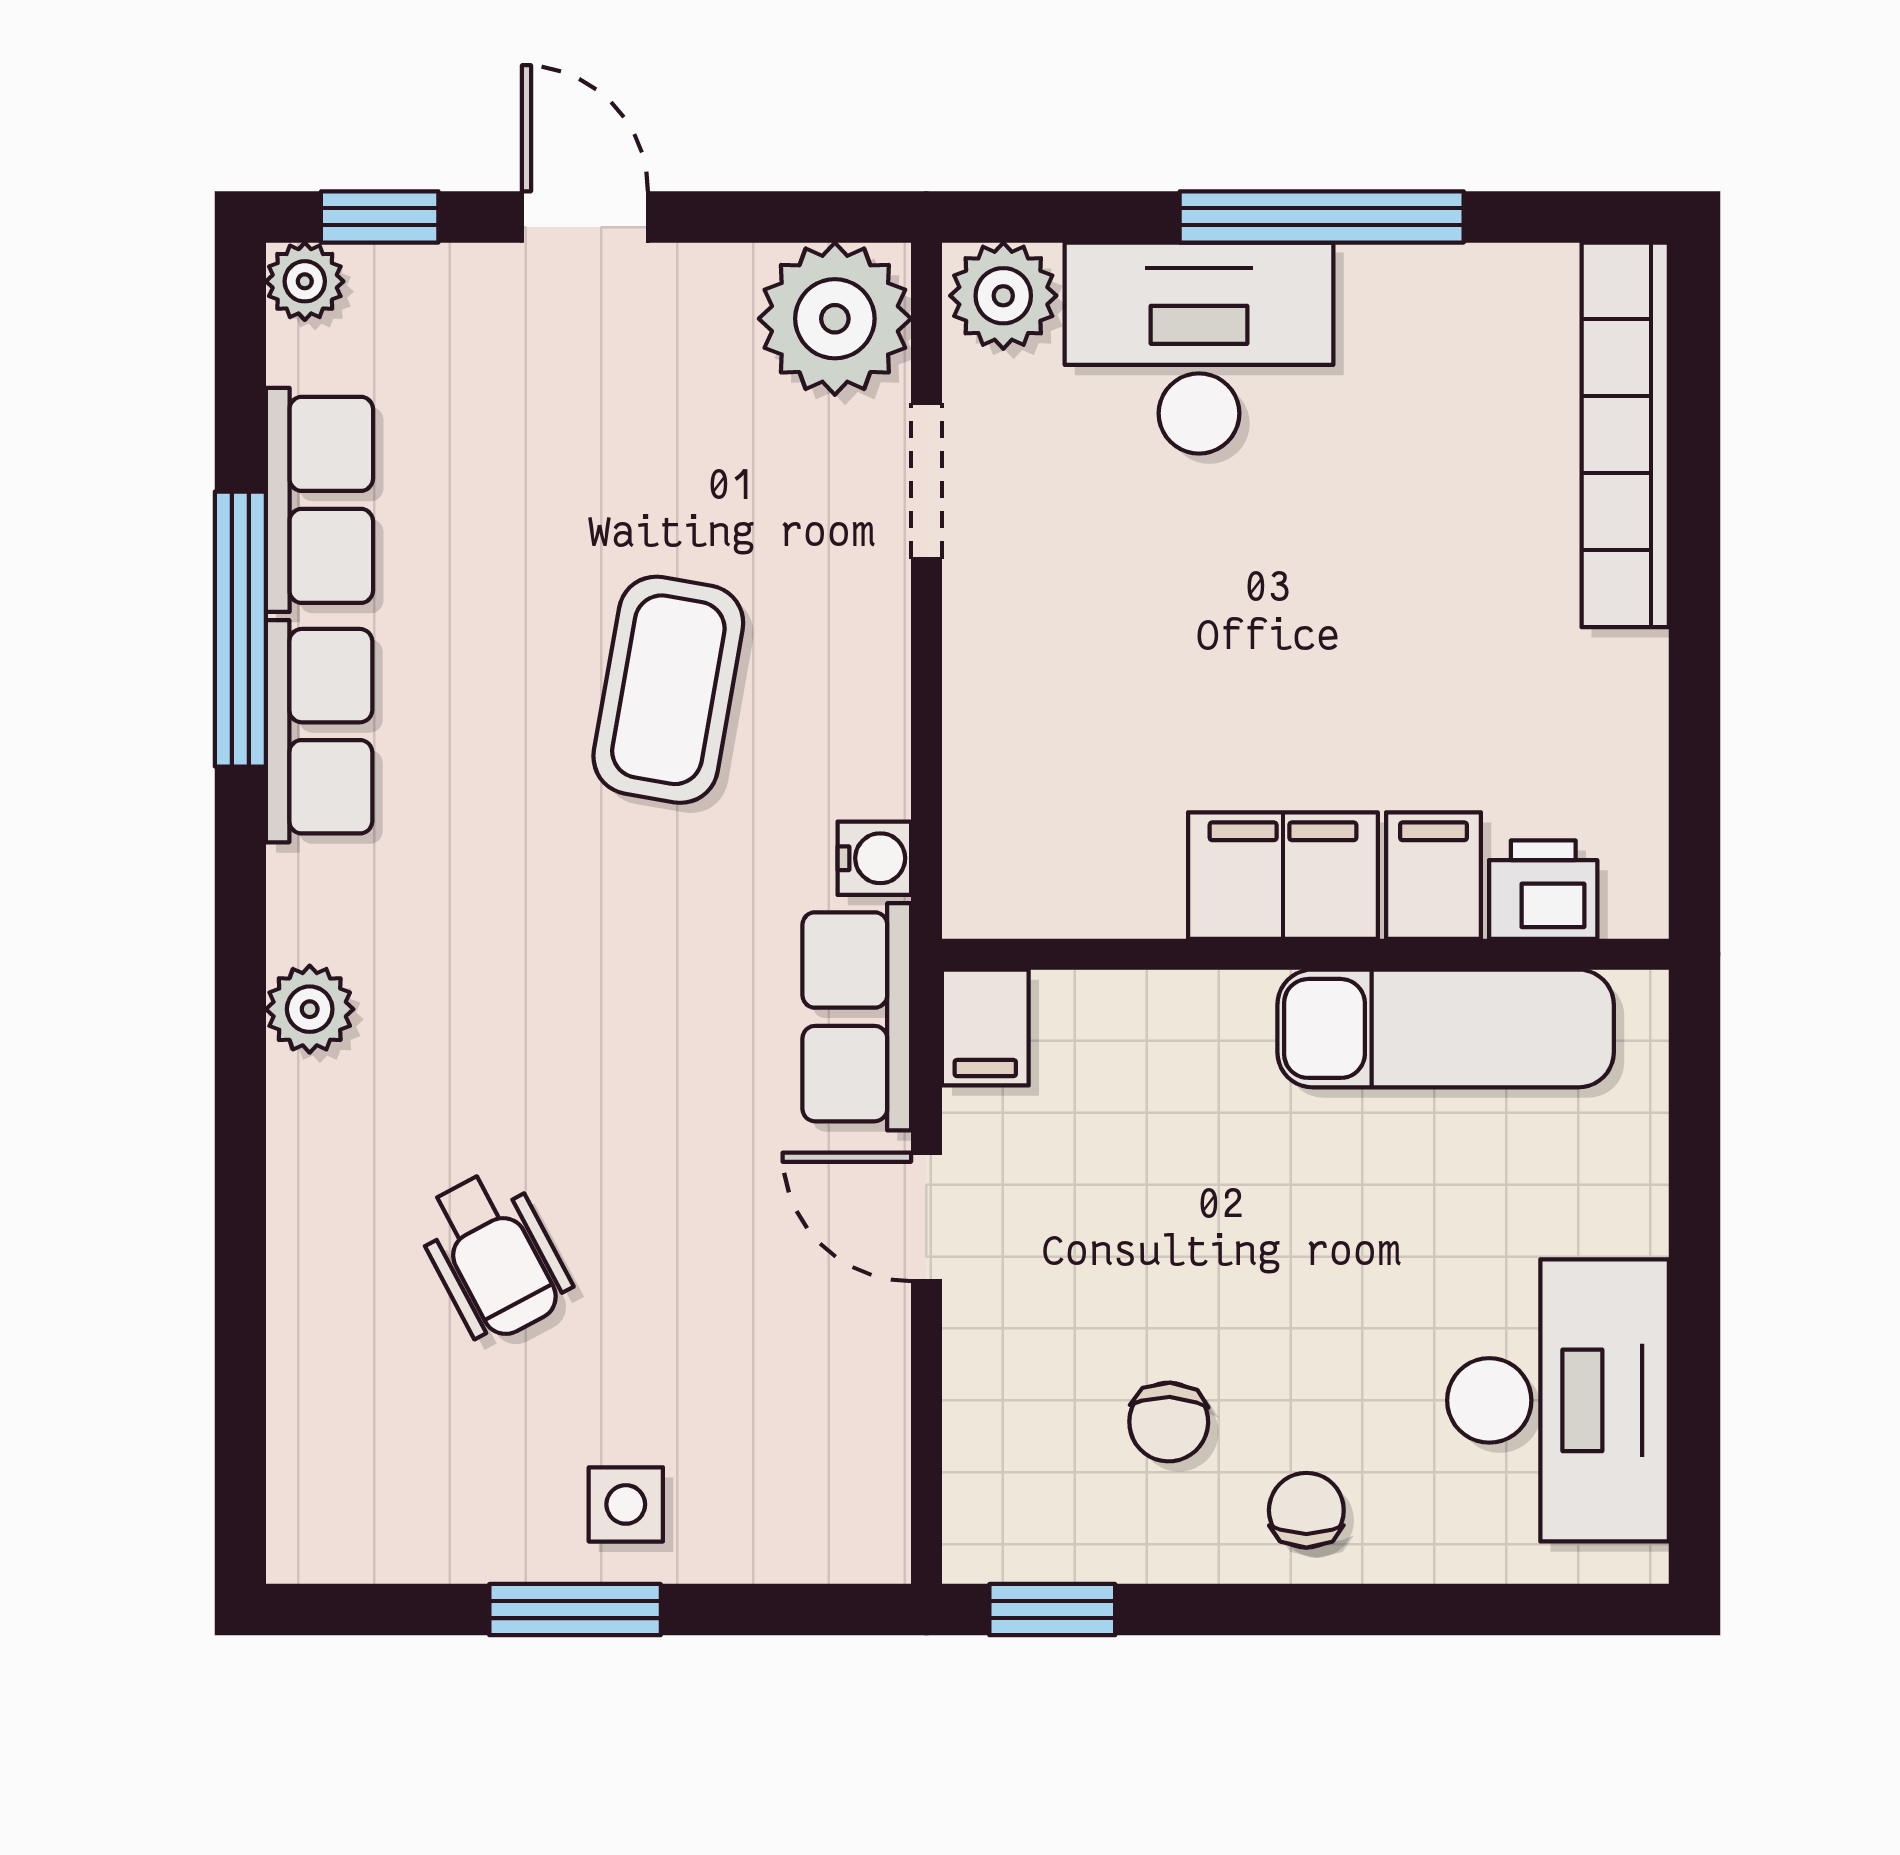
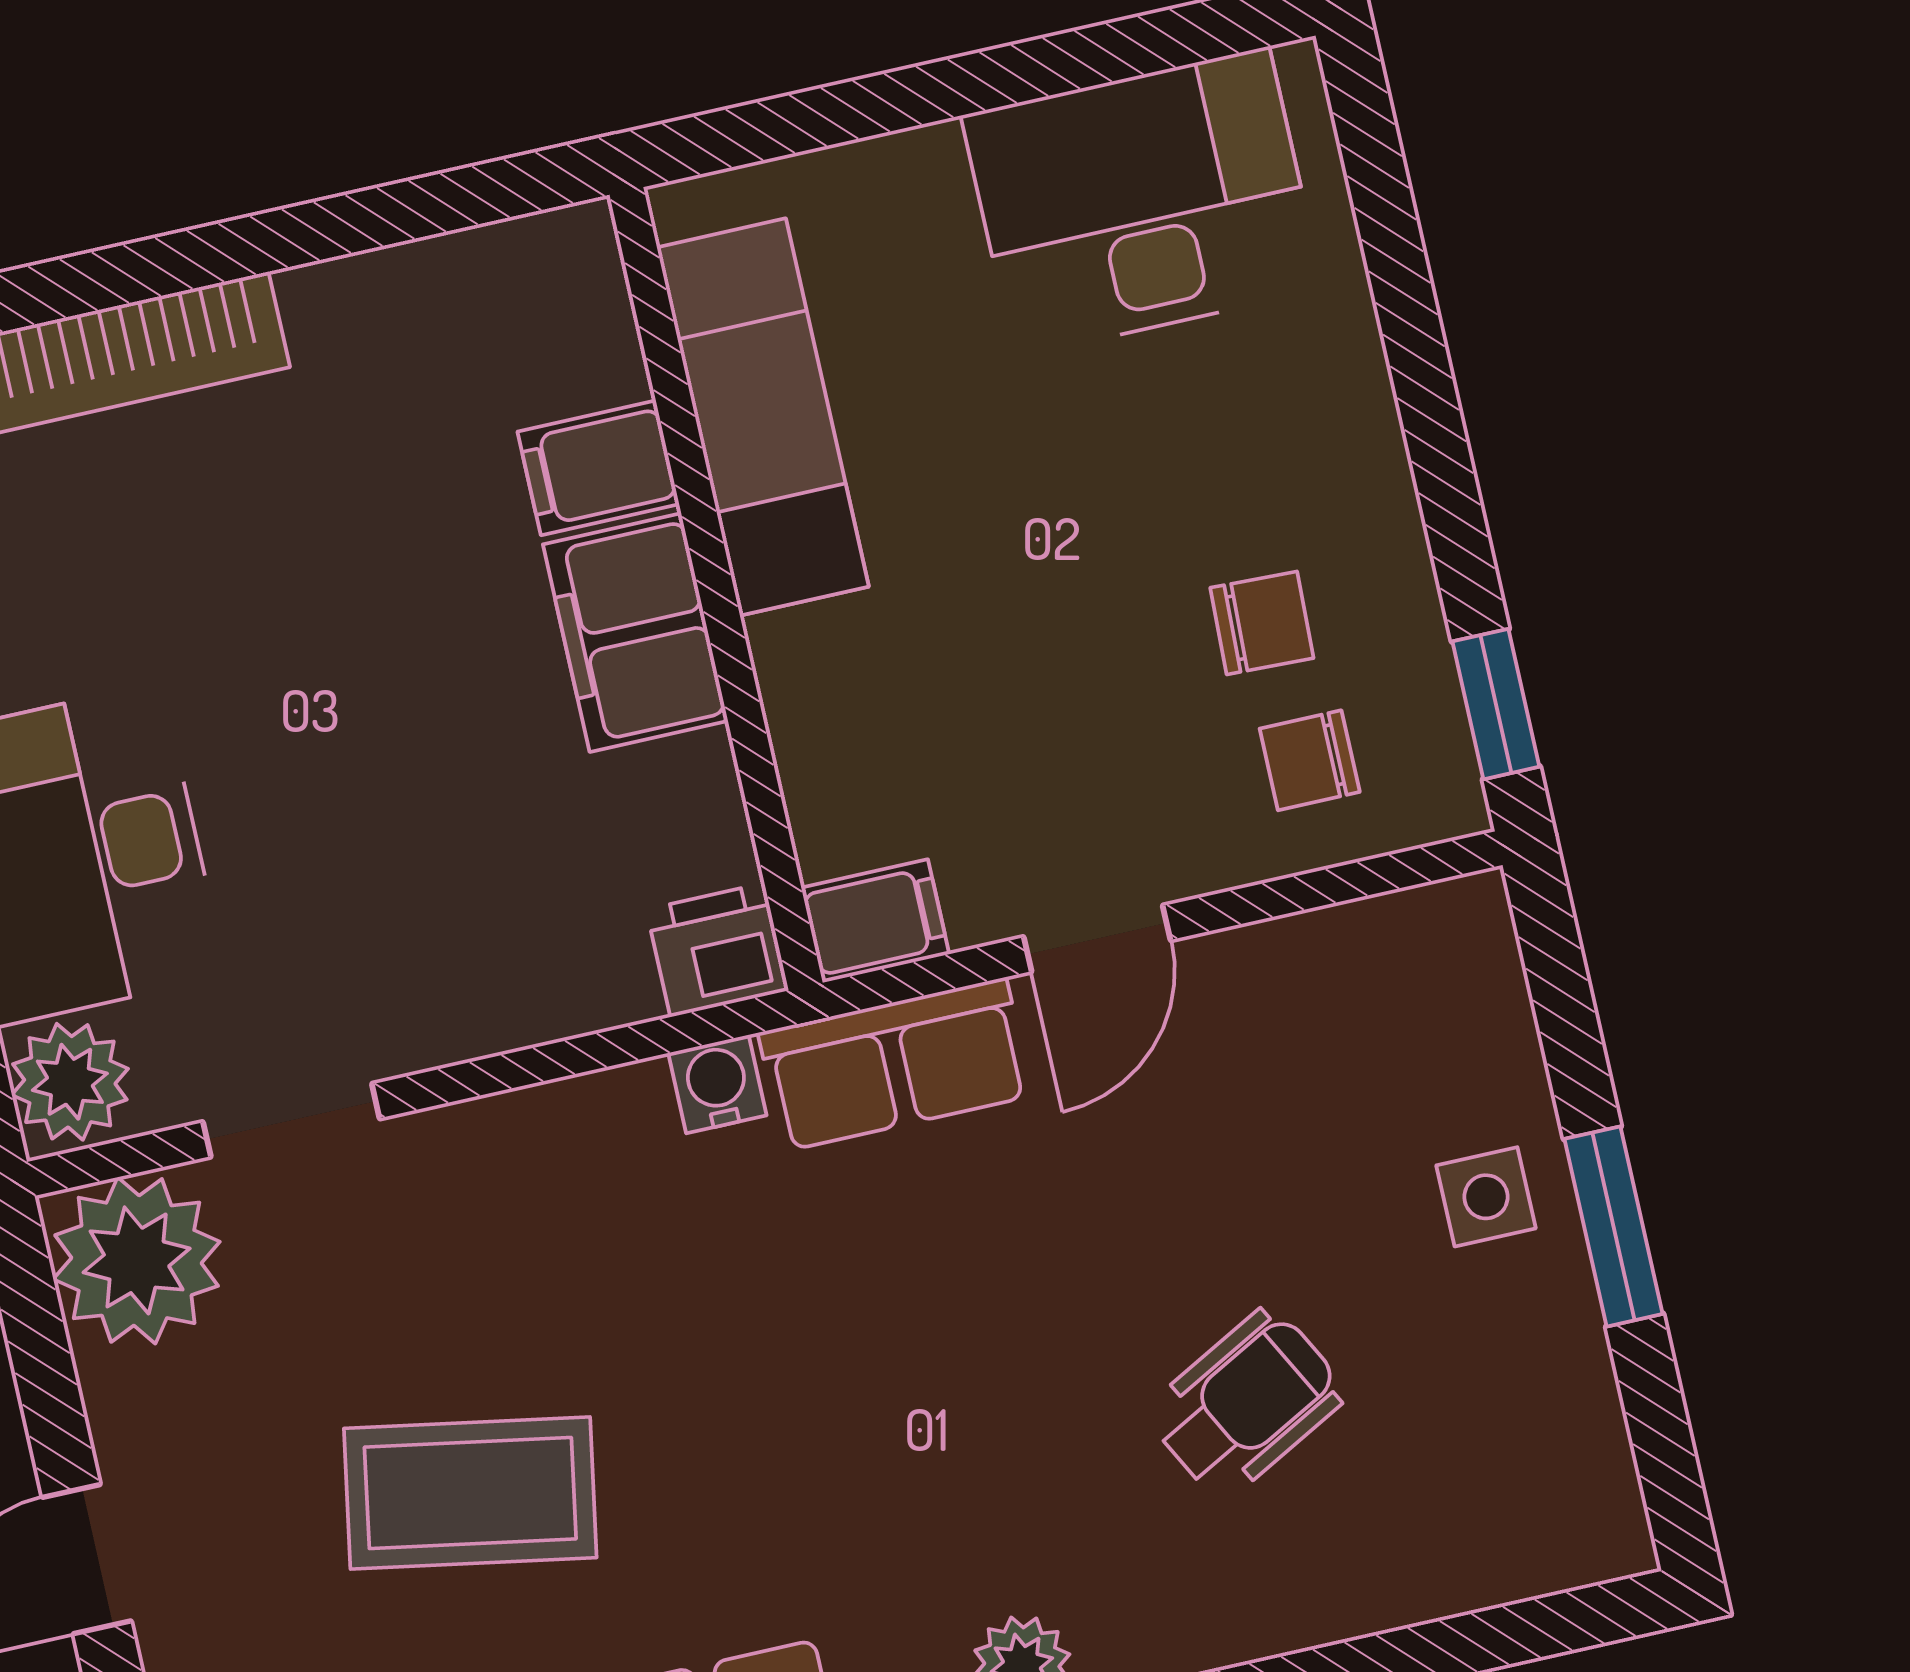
coffee table: (668, 690) -> (470, 1493), moved
printer: (1543, 890) -> (718, 950), moved, turned 90
chair: (1306, 1510) -> (1310, 760), moved

